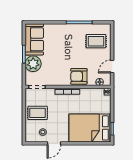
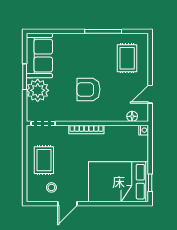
rug: (96, 41) -> (127, 58), turned 90
armchair: (79, 76) -> (88, 89), moved
rug: (38, 113) -> (44, 160), turned 90

